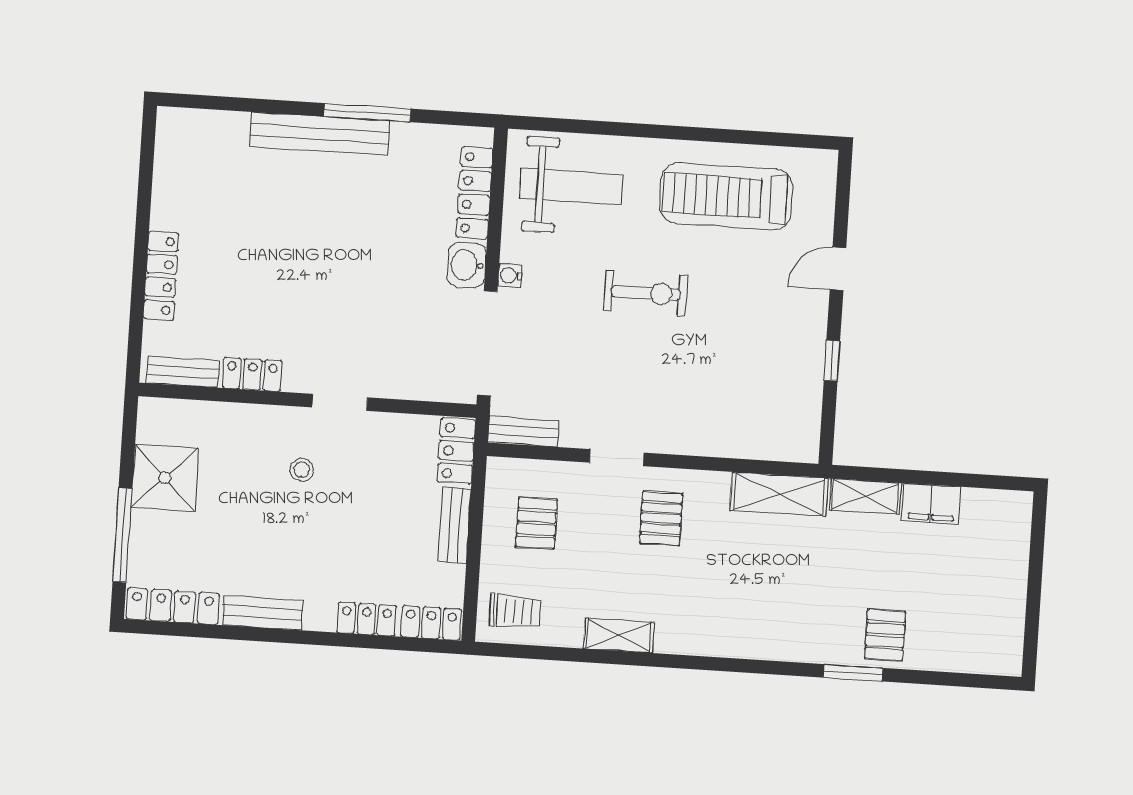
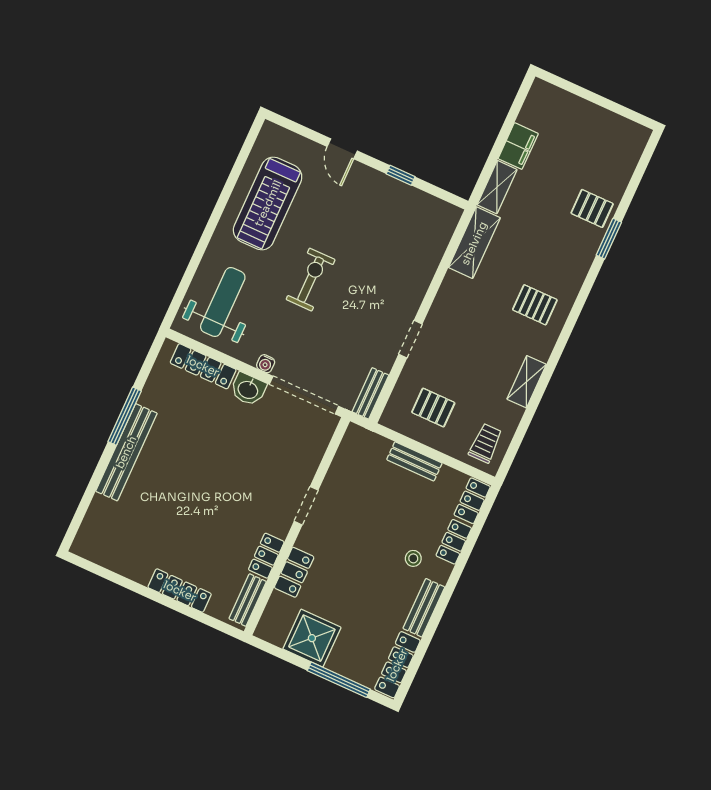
locker: (456, 451) -> (294, 572), moved, turned -90
stool: (302, 470) -> (413, 558), moved
pallet: (661, 518) -> (535, 305), moved

